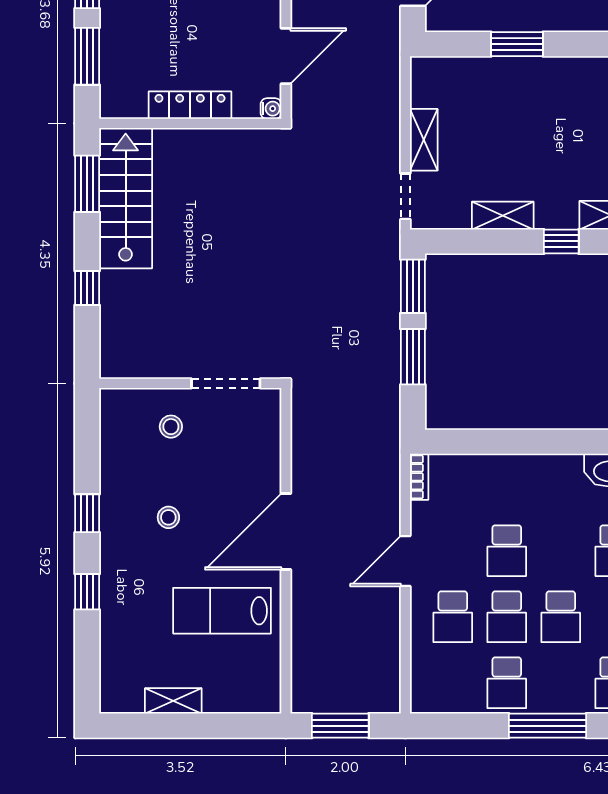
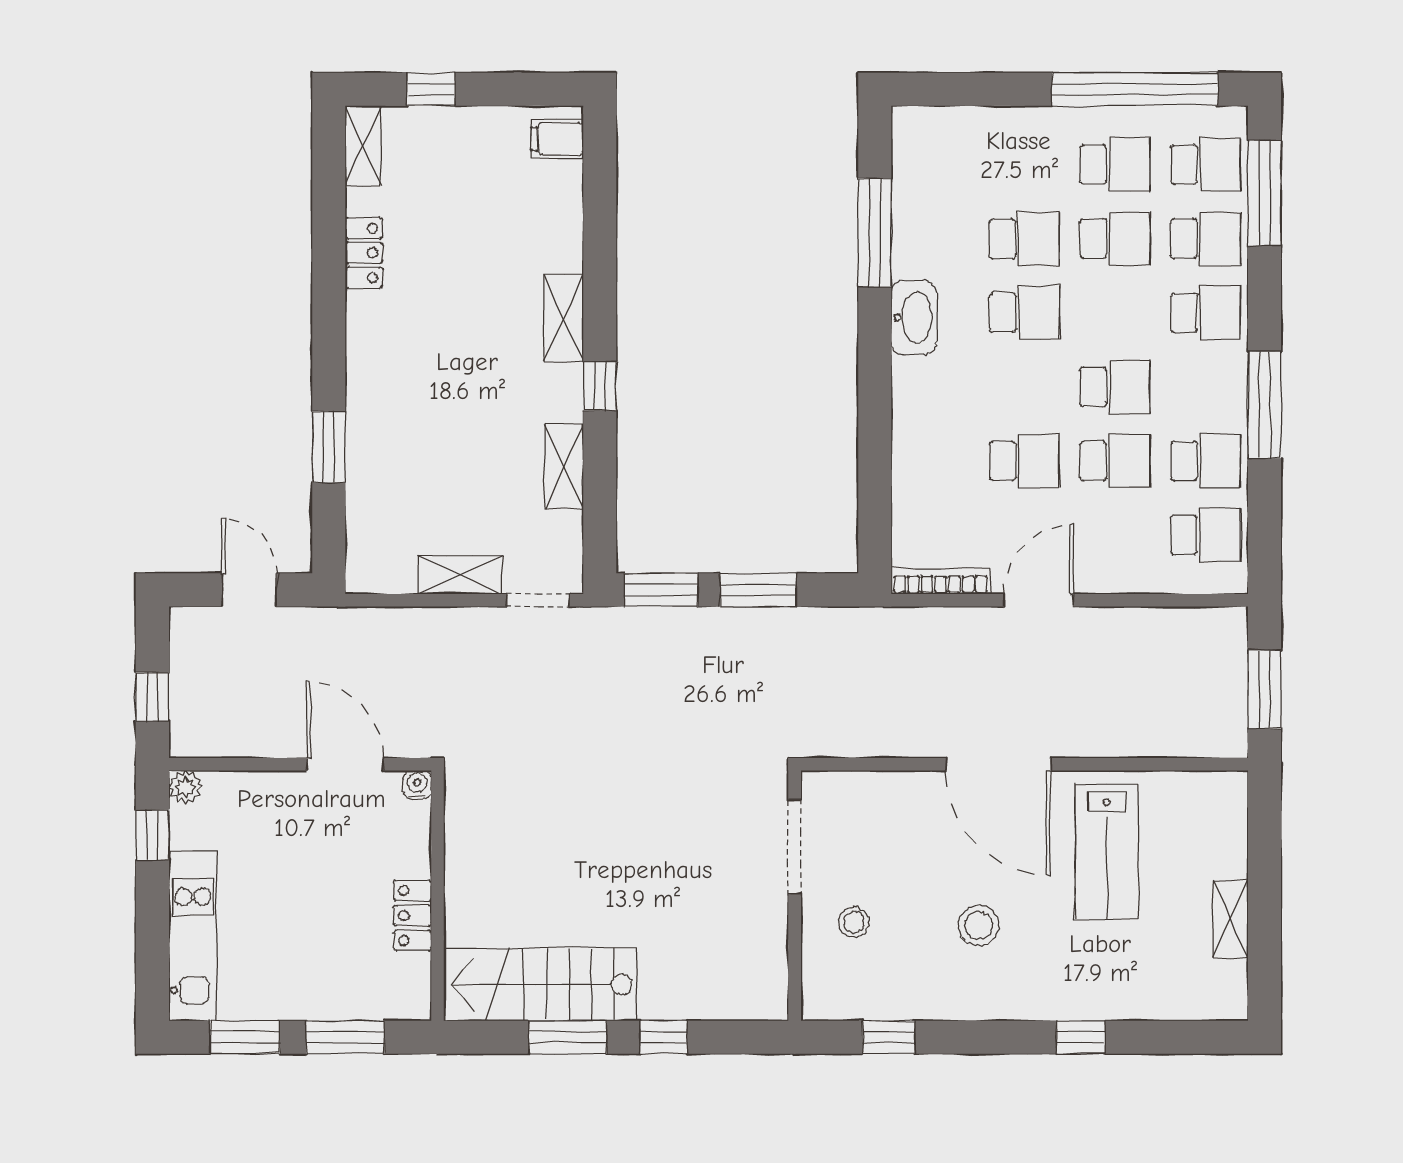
locker: (190, 105) -> (413, 916), width x0.66
window: (87, 184) -> (568, 1037), moved
bookcase: (419, 477) -> (941, 581), width x1.56
window: (87, 513) -> (889, 1037), moved
stool: (168, 517) -> (979, 926), width x1.37, depth x1.37
door: (405, 561) -> (1039, 600), swing flipped
school desk: (453, 617) -> (1206, 535), moved

